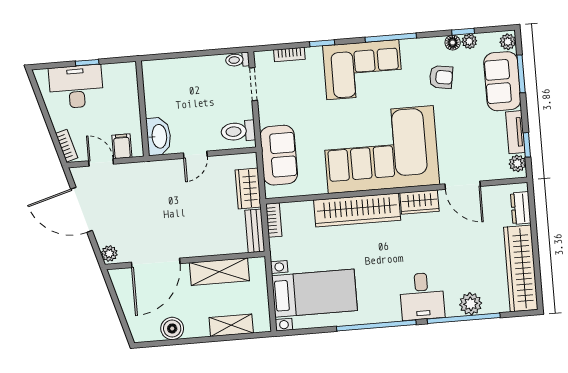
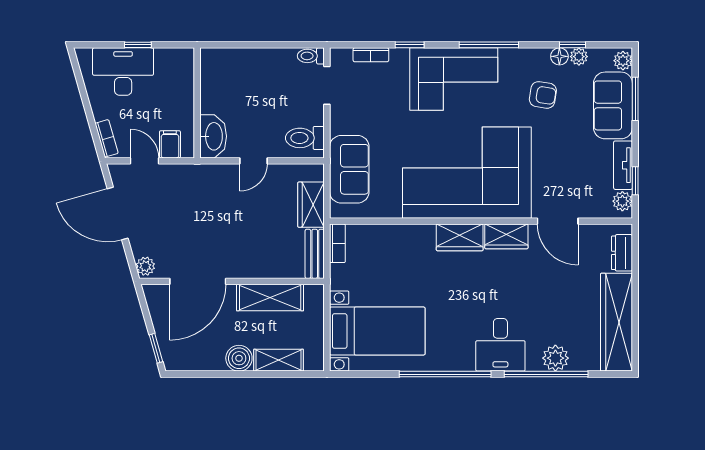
wardrobe: (357, 210) -> (460, 237), width x0.48, depth x0.85
window: (124, 324) -> (156, 348), added
boiler: (172, 328) -> (239, 358), moved

